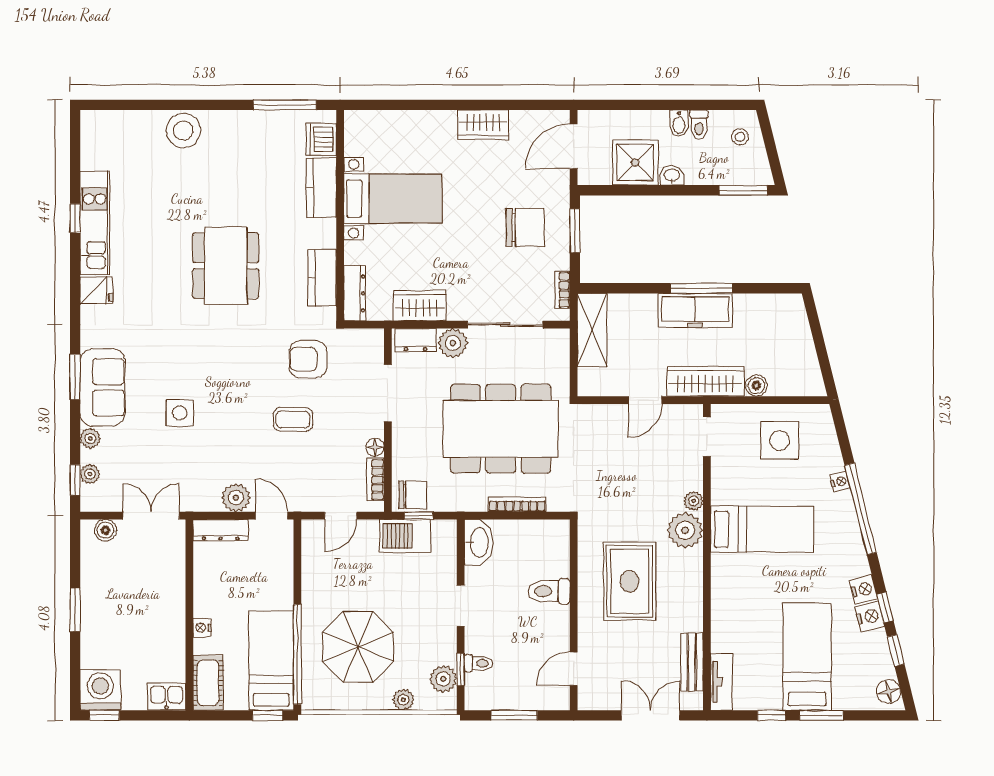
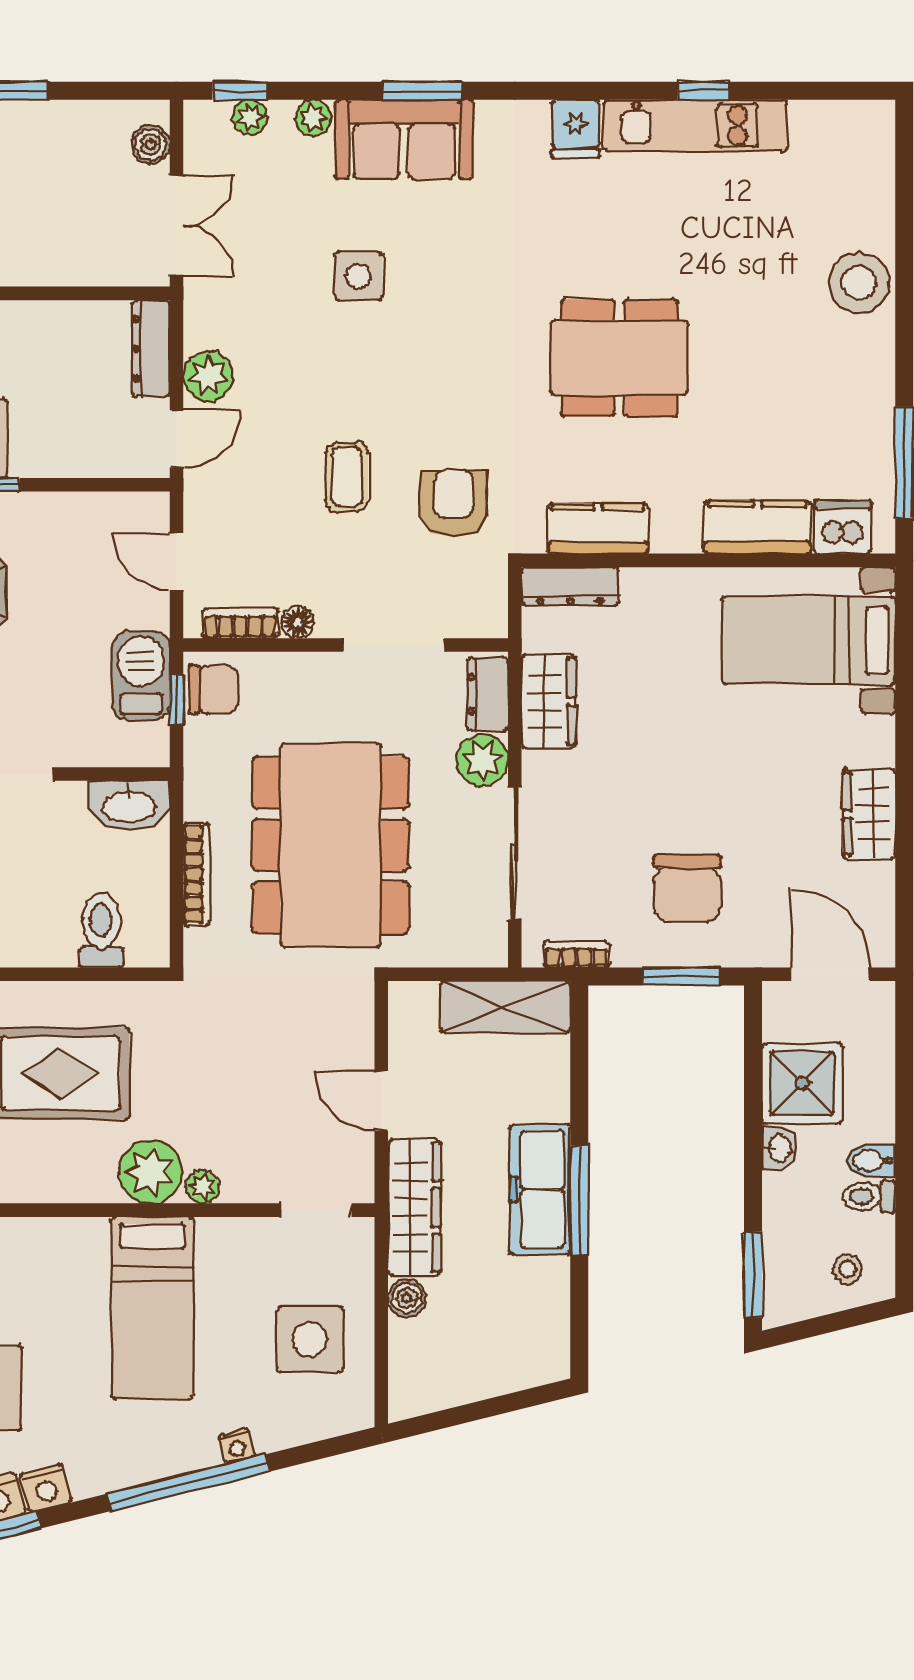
bed with nightstands: (393, 199) -> (809, 640), moved, turned 90
chair: (413, 495) -> (213, 689), turned -90
toilet: (549, 591) -> (101, 930), moved

